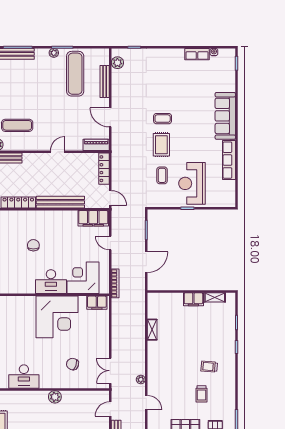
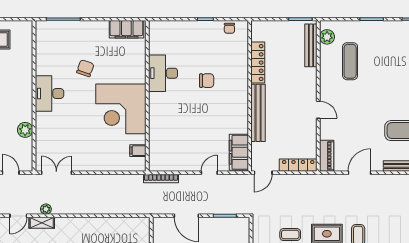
corner desk: (83, 278) -> (168, 140), removed
desk: (51, 282) -> (163, 73), moved
filing cabinet: (97, 303) -> (138, 151), width x0.50
shelving: (152, 330) -> (42, 223), moved
chair: (73, 364) -> (85, 68), moved
desk: (24, 377) -> (49, 94), moved
plant: (55, 397) -> (25, 130), moved

